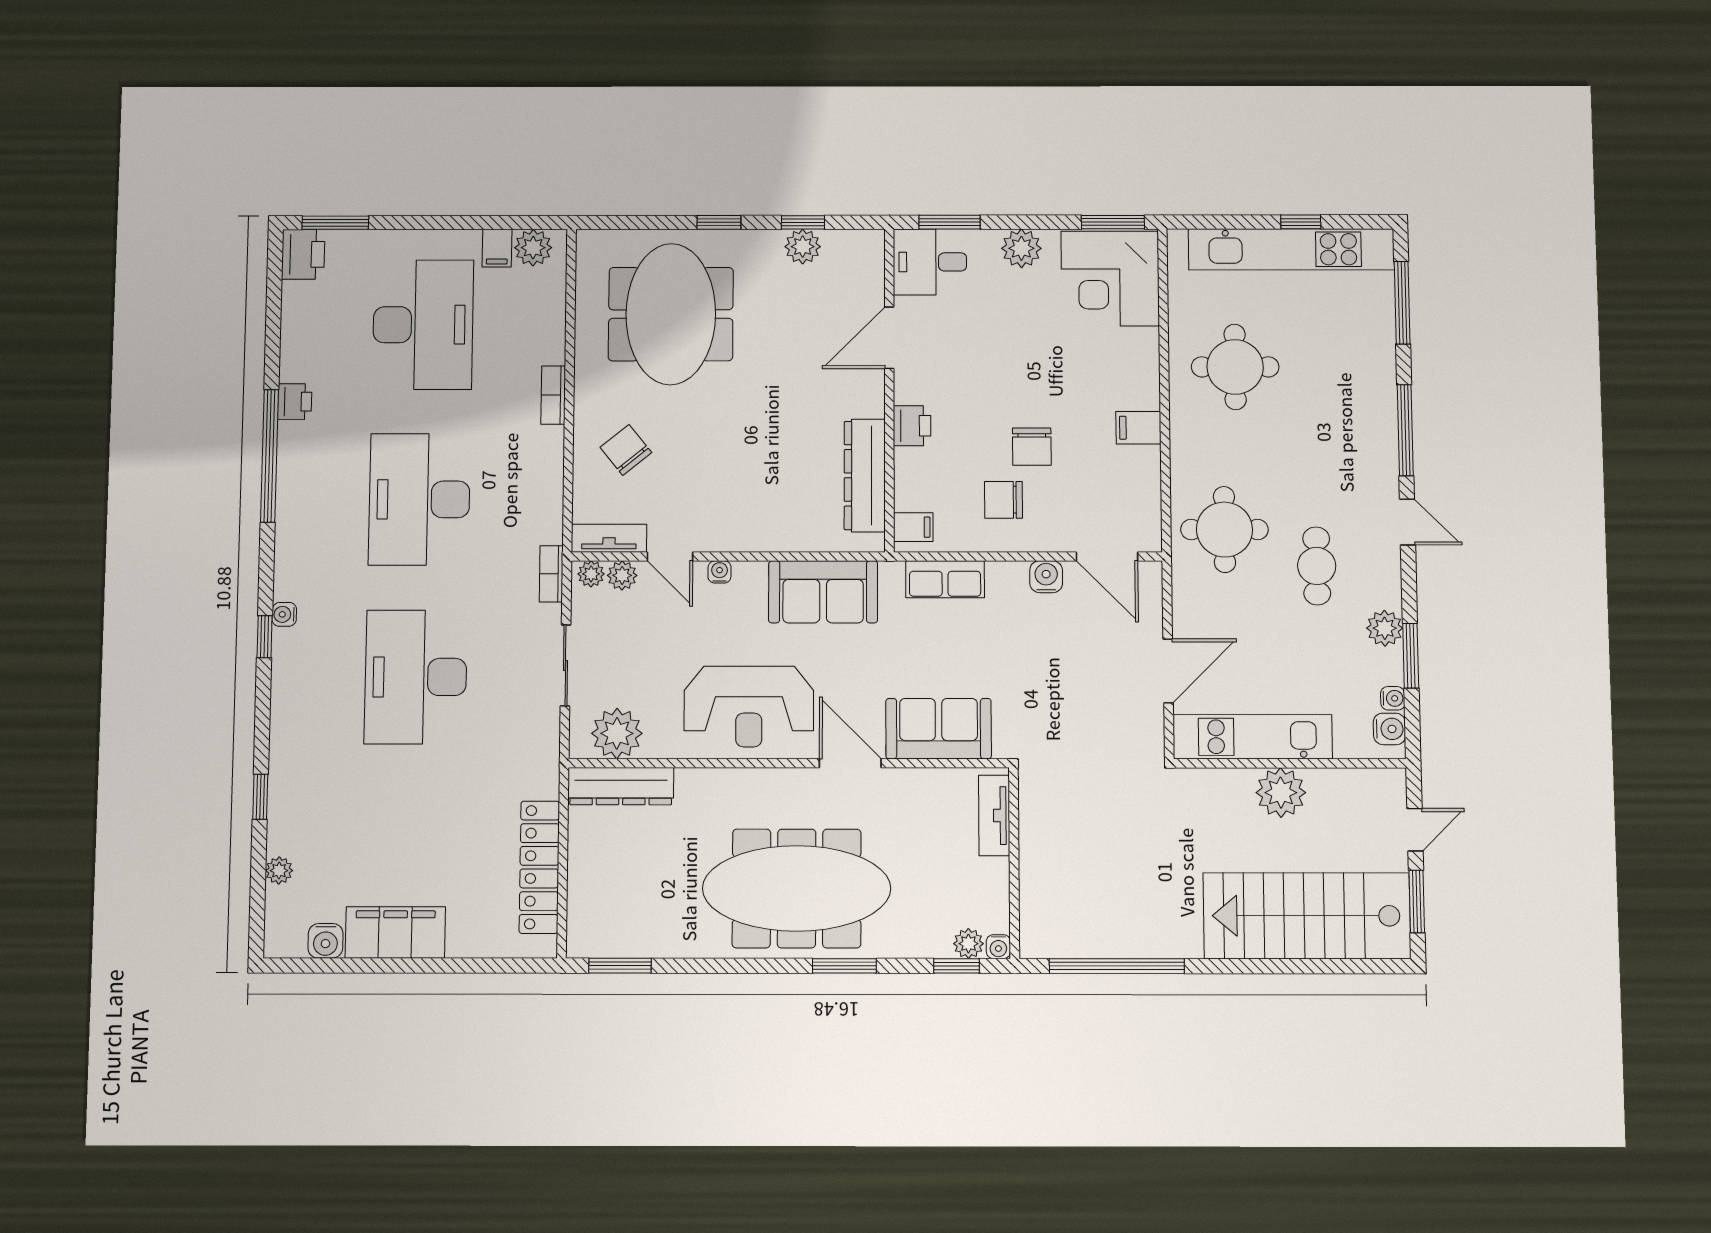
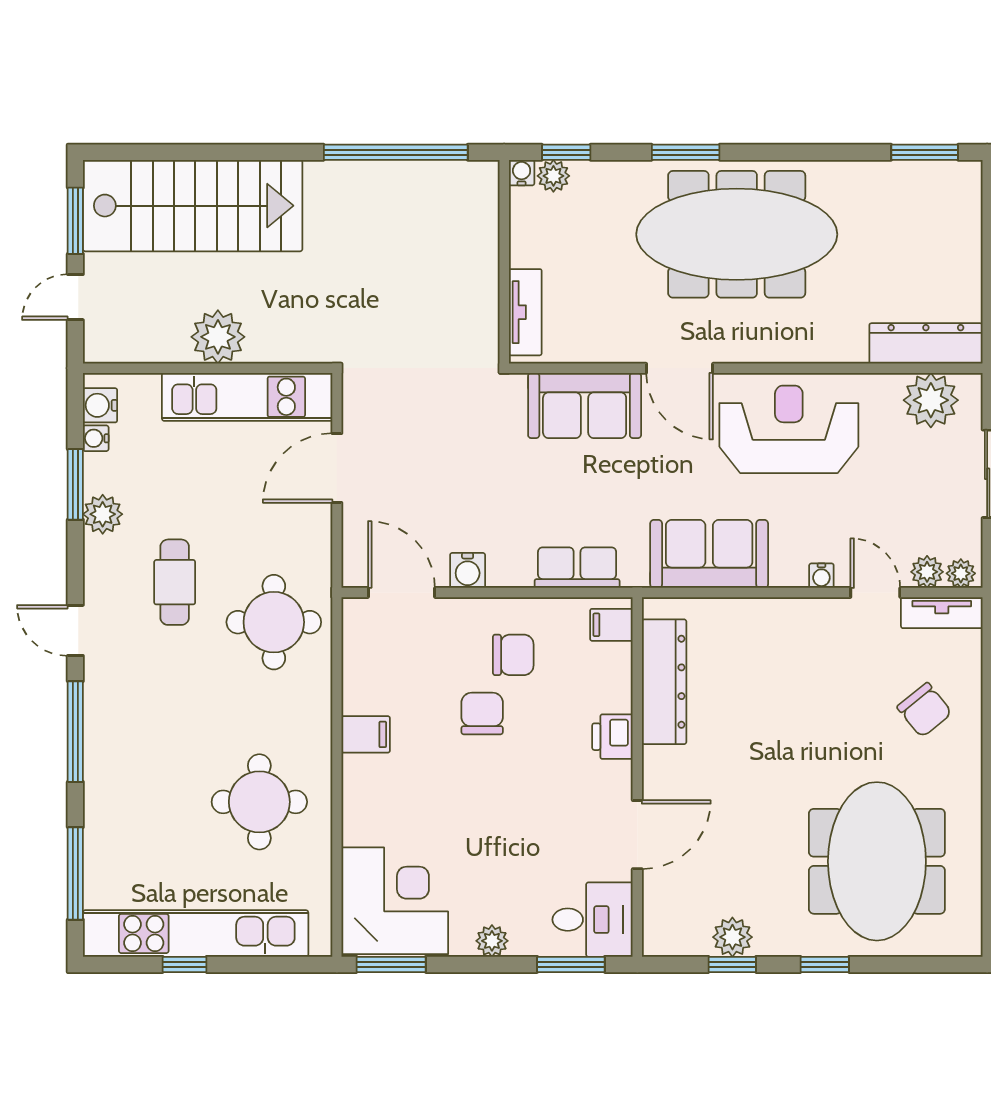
plant: (1021, 248) -> (492, 941), width x0.73, depth x0.73

